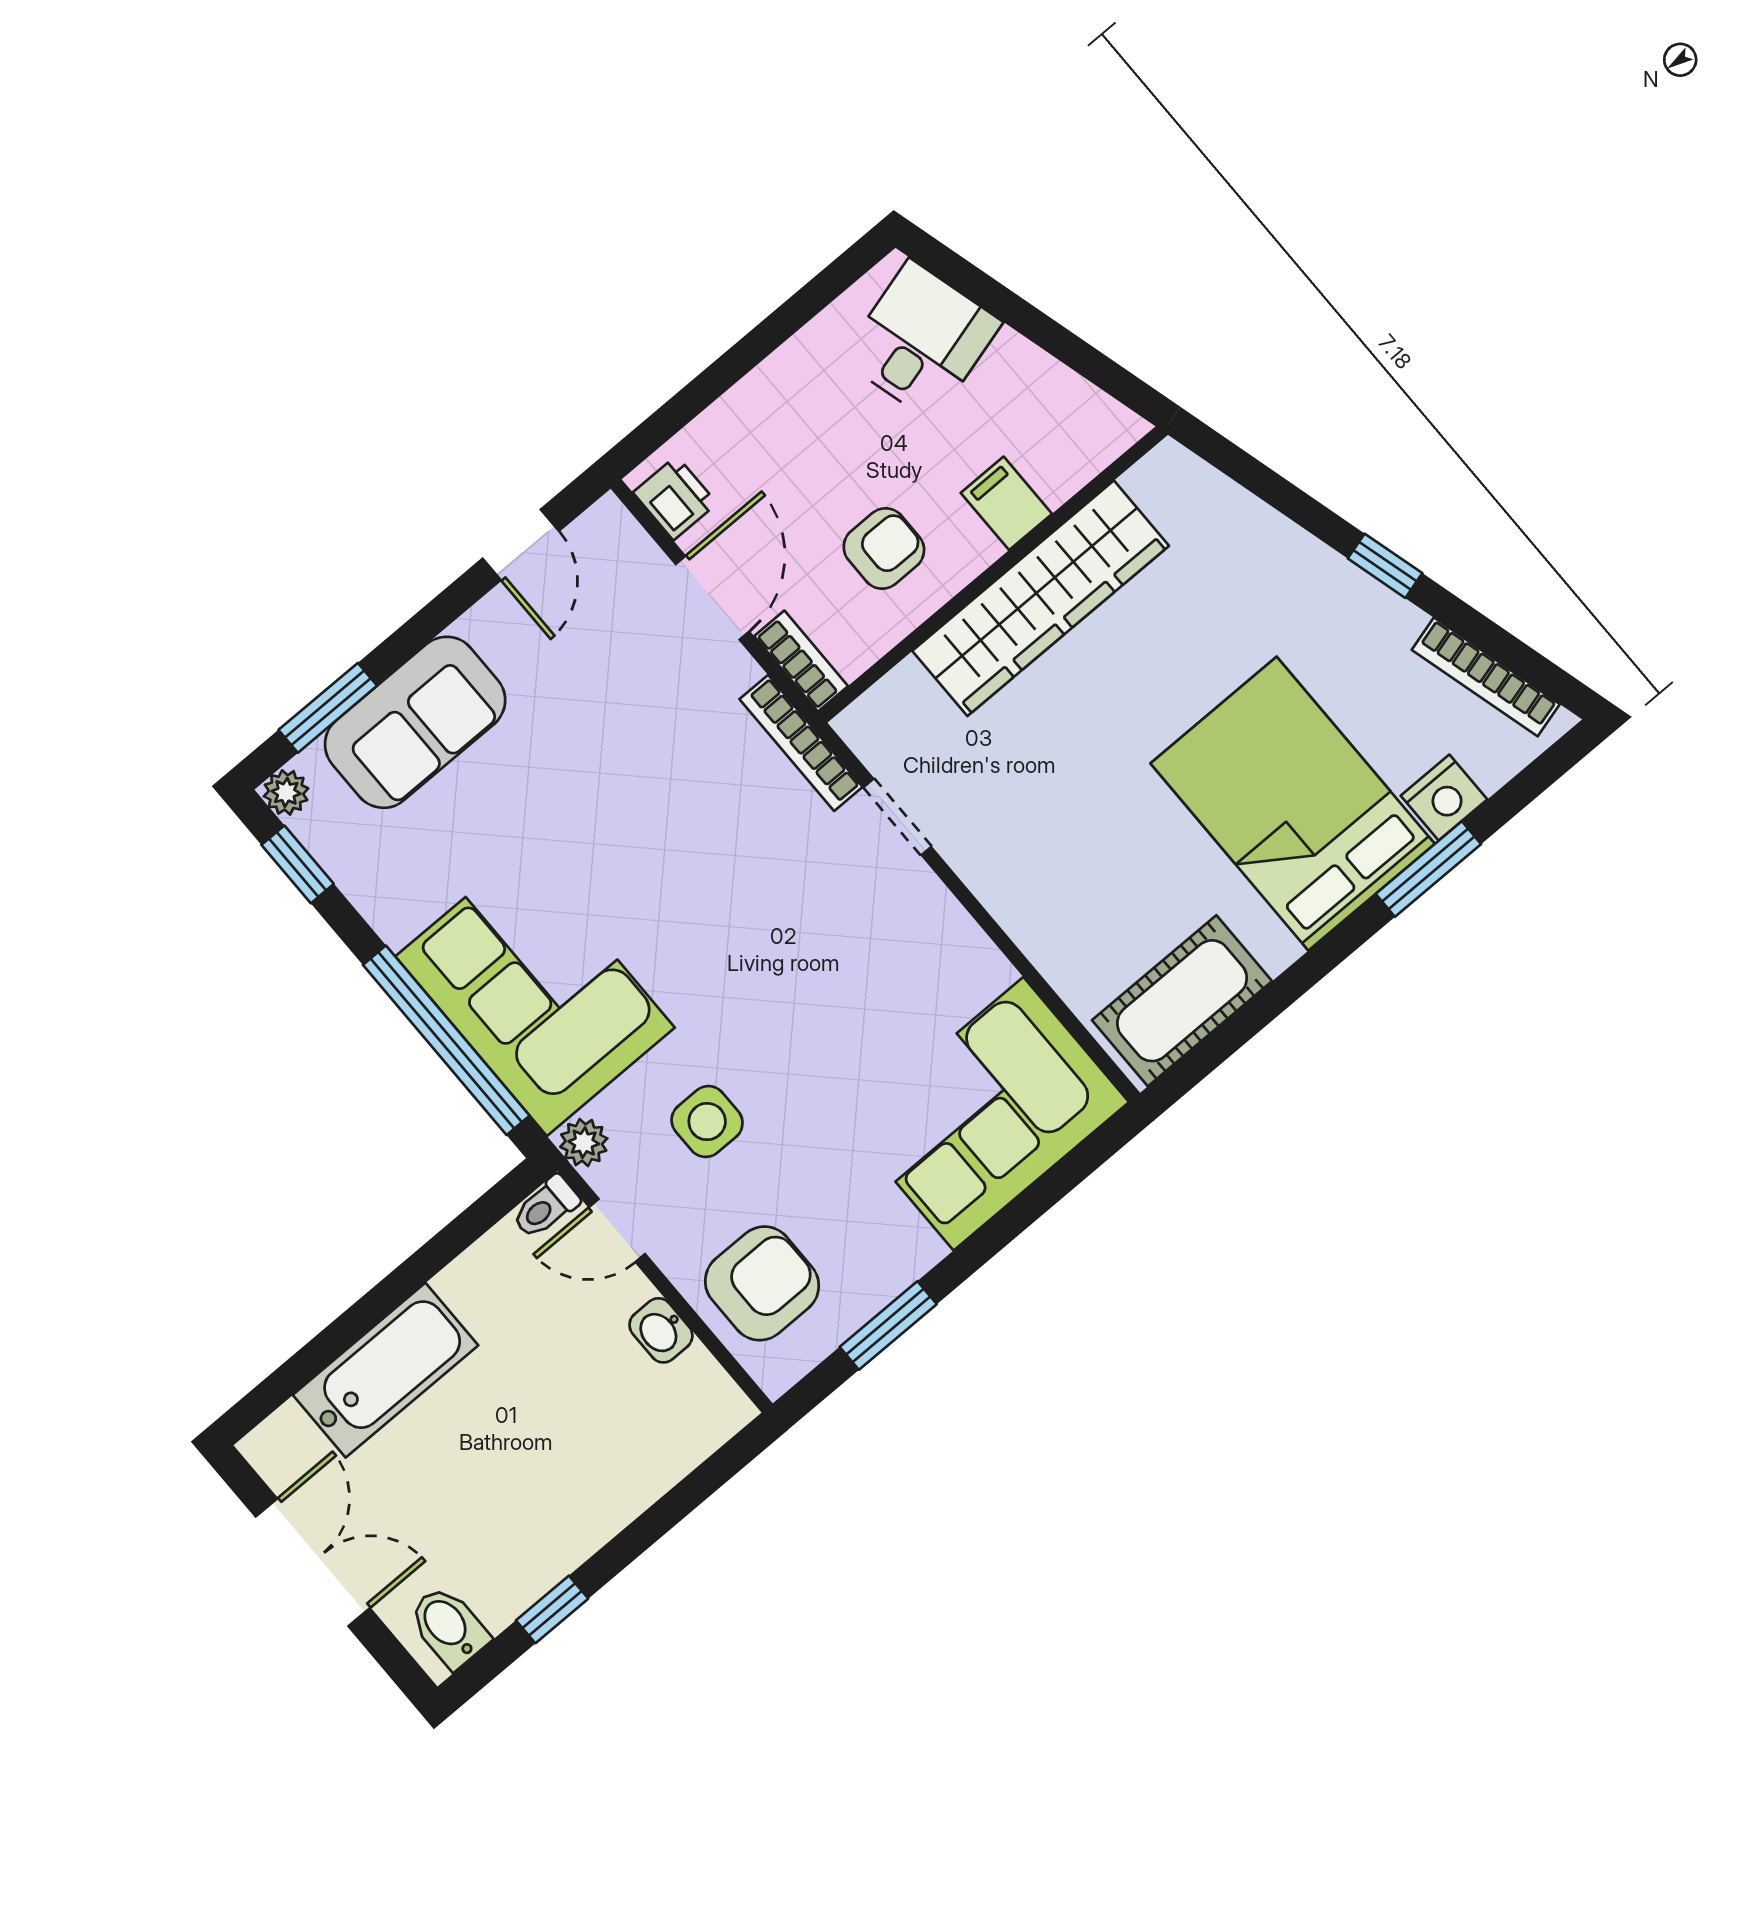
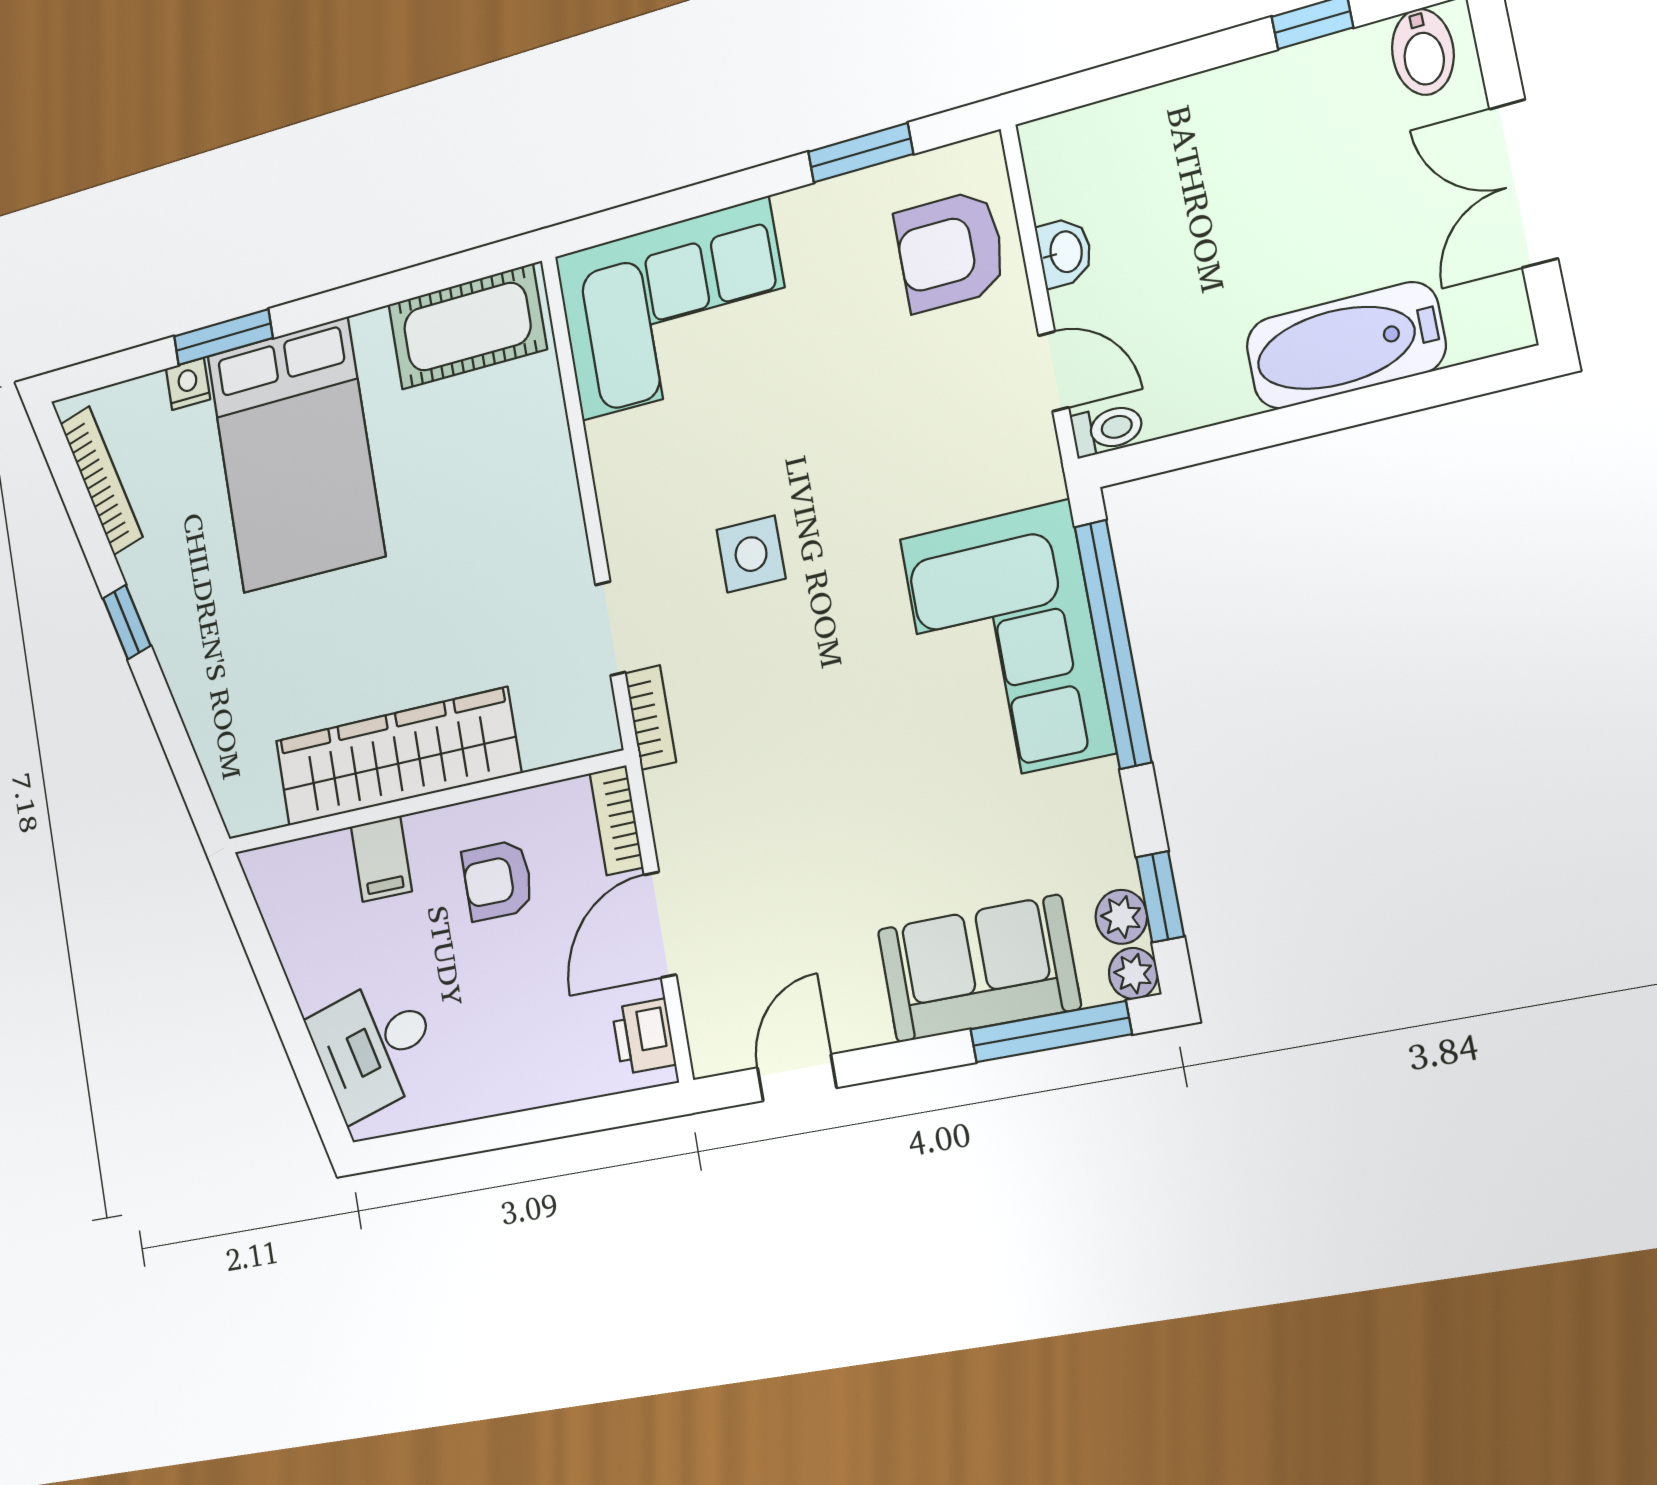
window: (328, 708) -> (1051, 1032), width x1.44
bookcase: (801, 743) -> (650, 718), width x0.64
nightstand: (1444, 798) -> (188, 384), width x0.72, depth x0.74
side table: (707, 1122) -> (751, 554), moved
plant: (584, 1143) -> (1121, 917), moved

